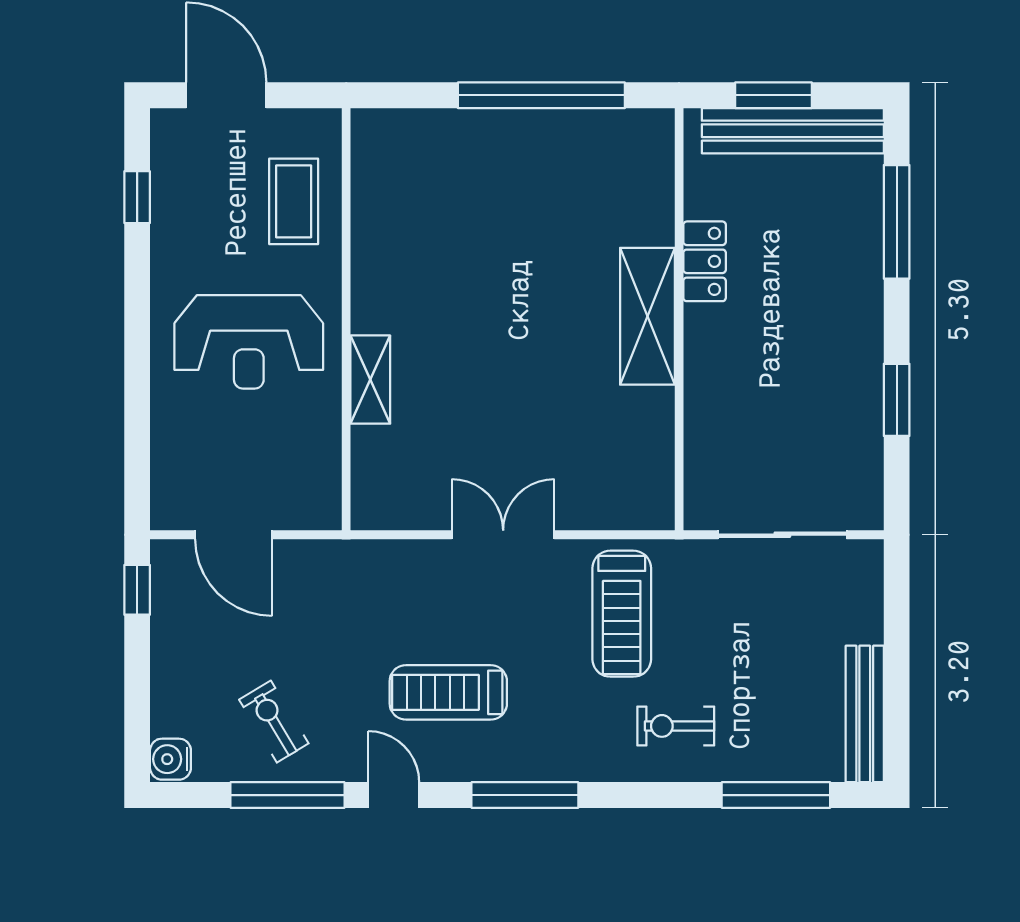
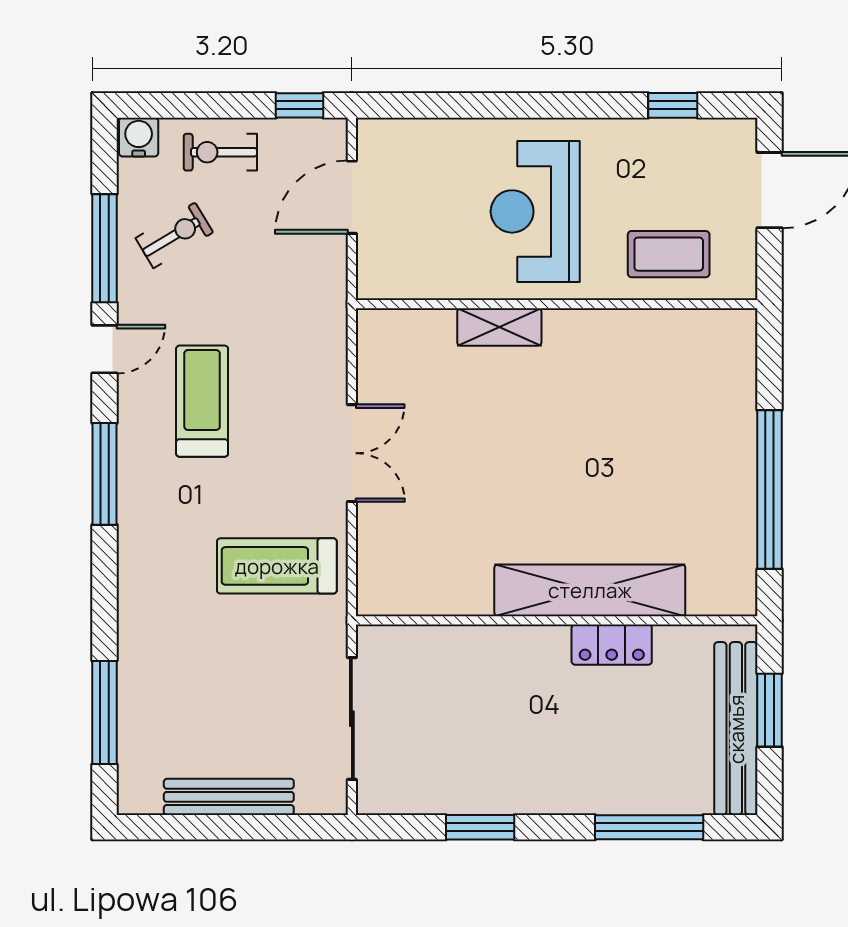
shelving: (647, 316) -> (590, 590), width x1.47
bench: (865, 714) -> (229, 797), moved
exercise bike: (676, 726) -> (220, 152), moved, turned -90

